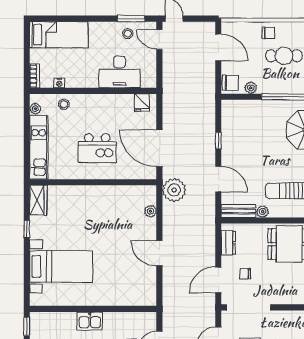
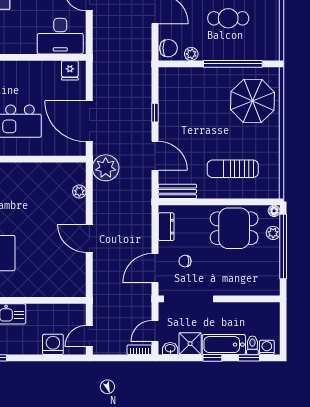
desk: (120, 72) -> (60, 36), moved
plant: (263, 212) -> (204, 192), removed

